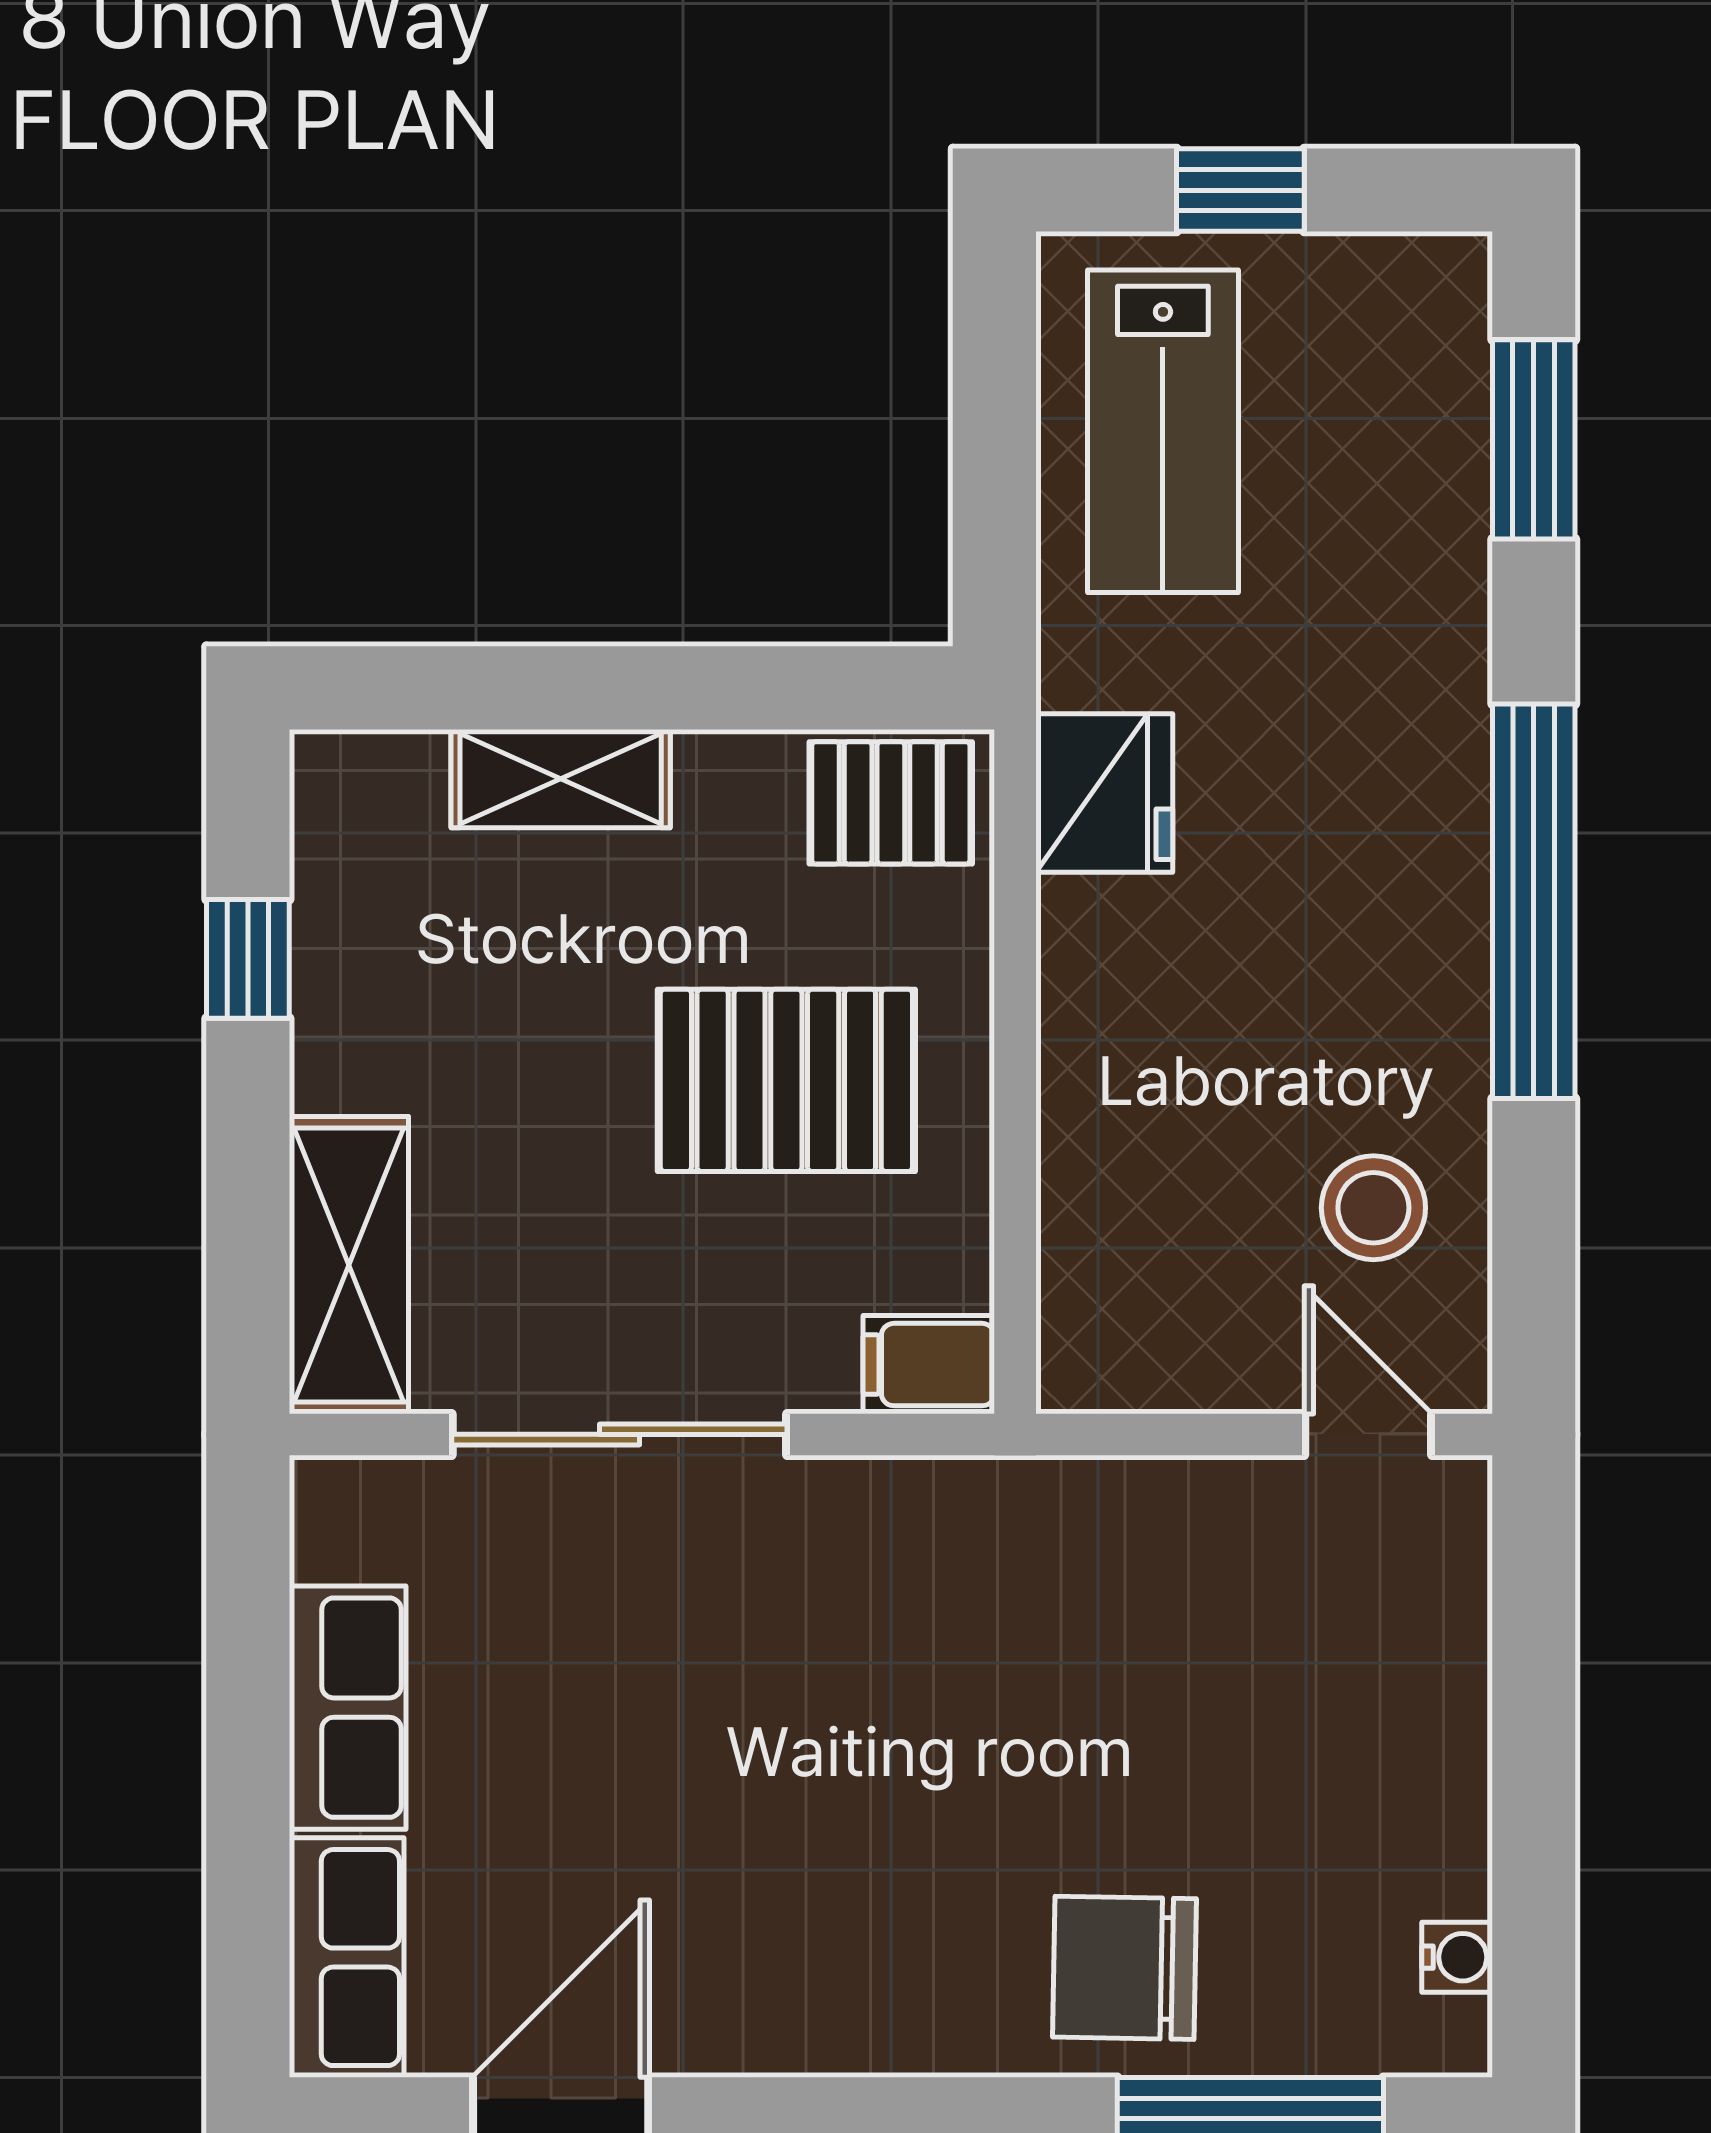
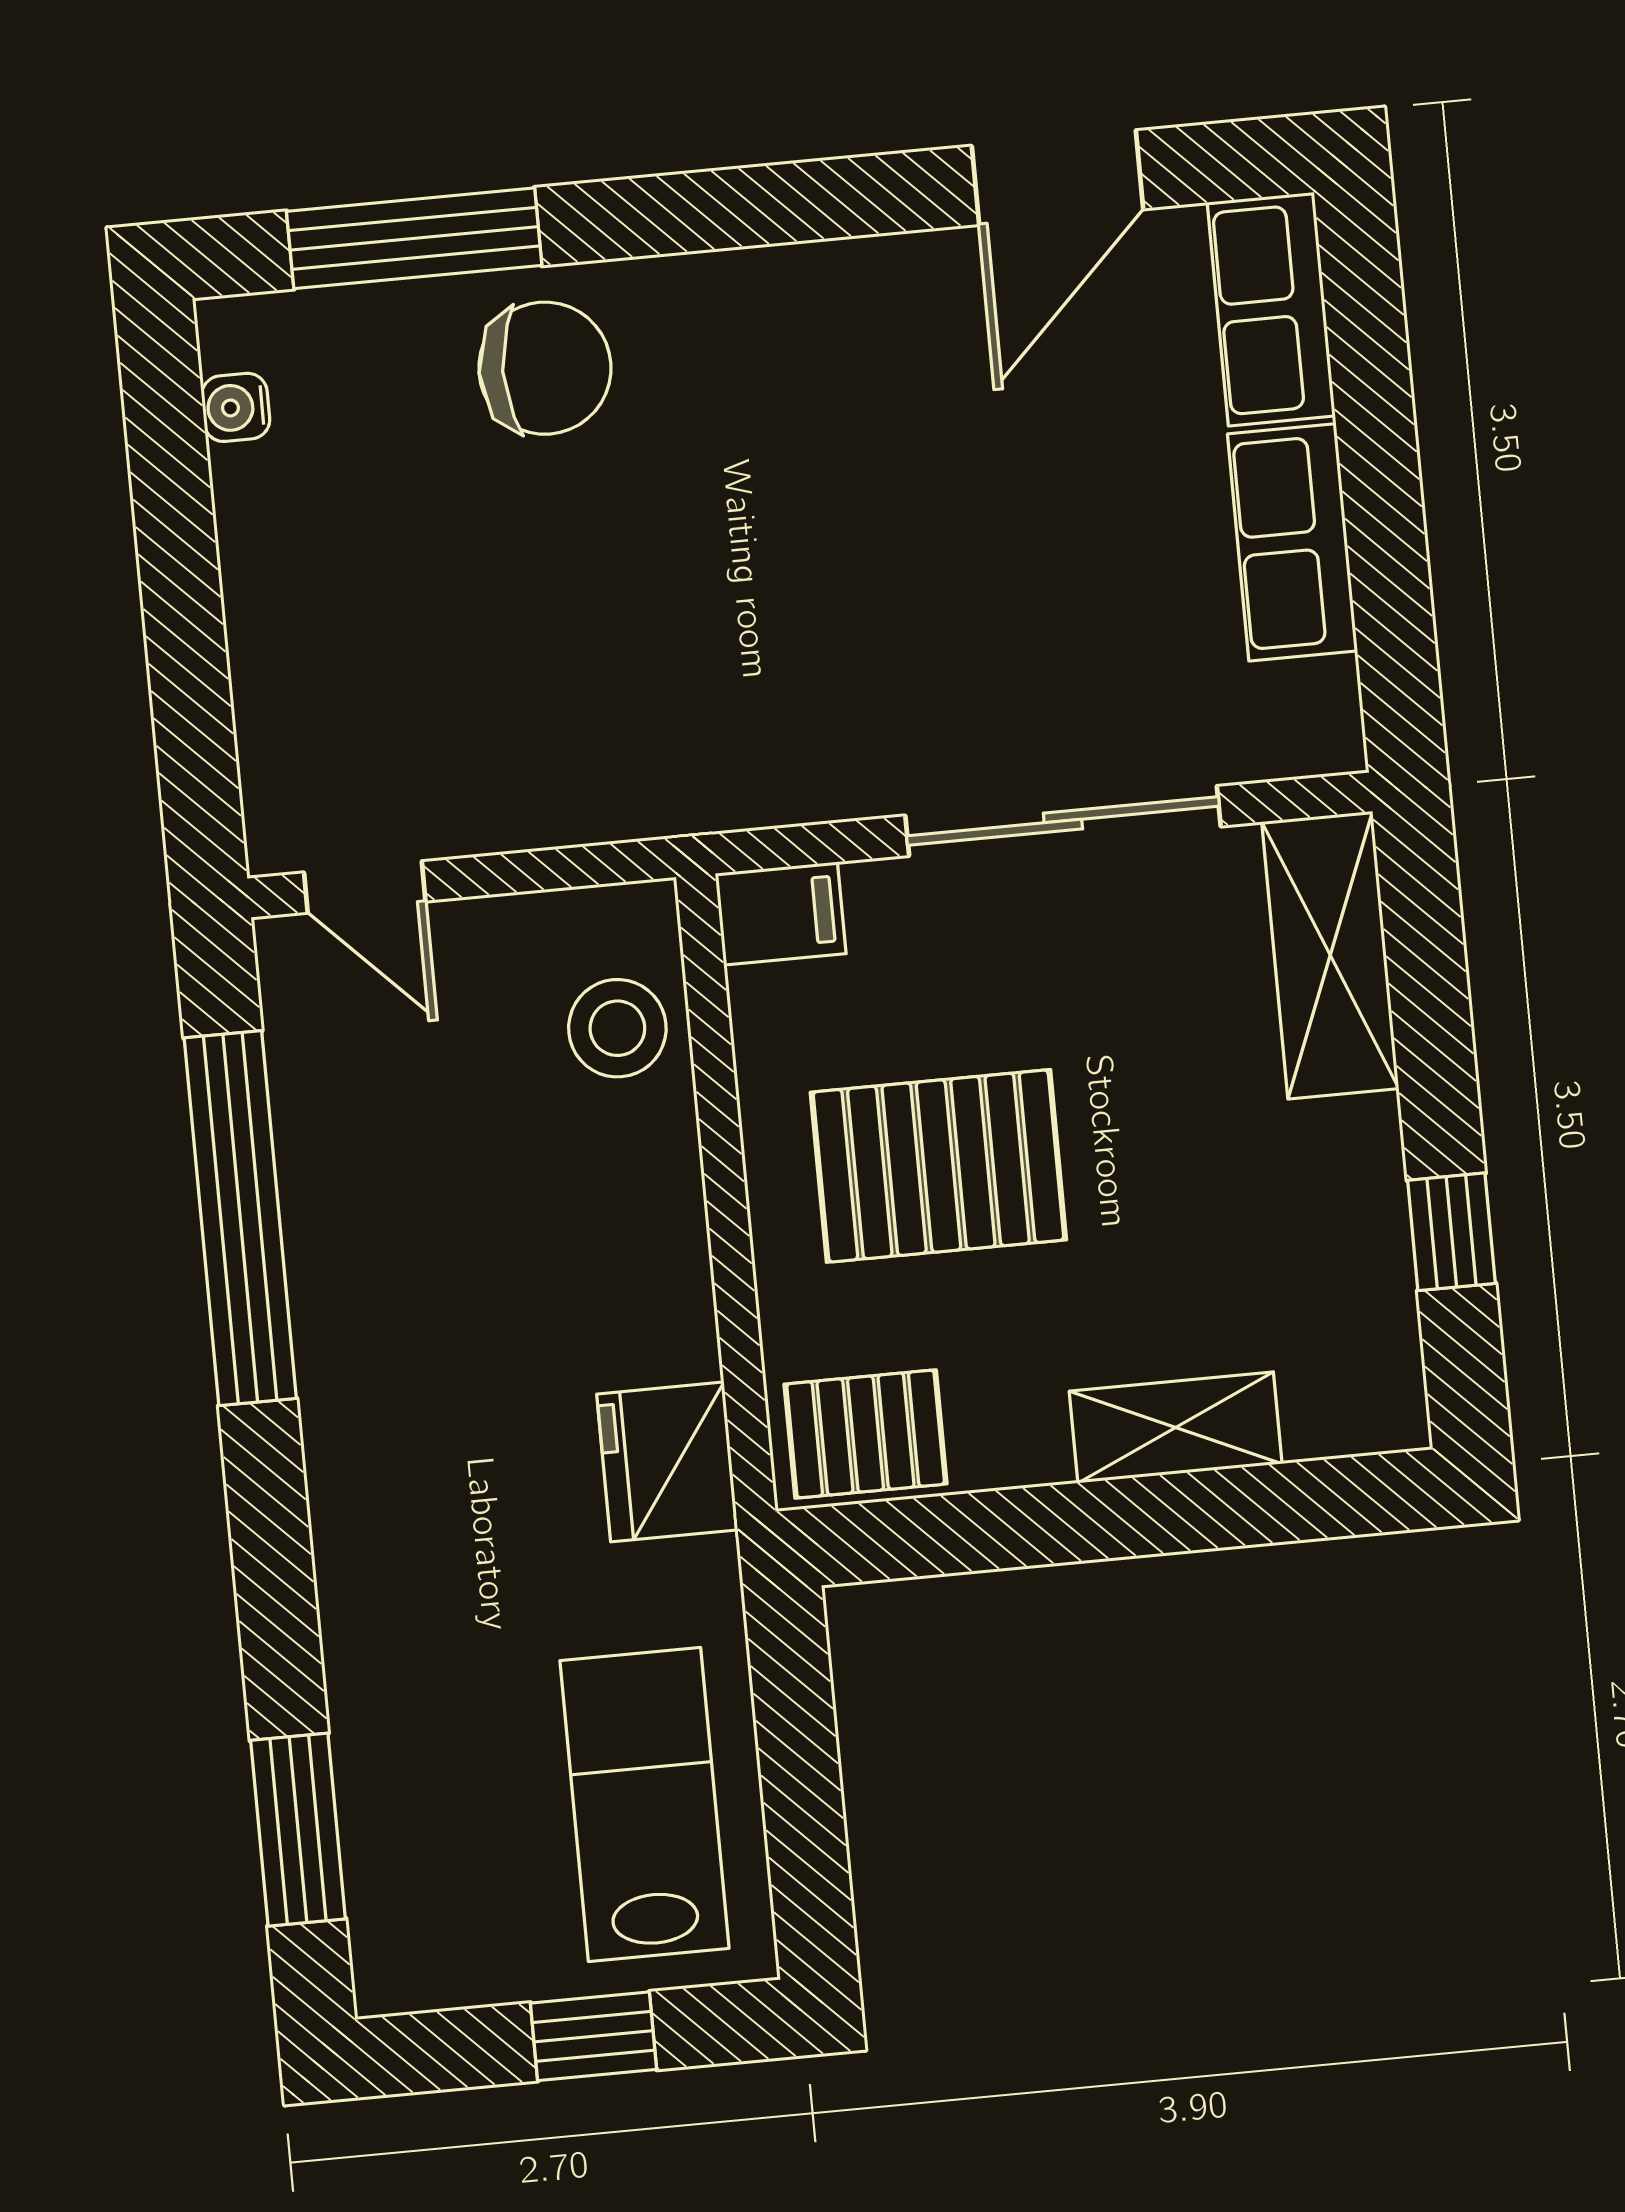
window: (1534, 901) -> (240, 1218), moved
stool: (1373, 1208) -> (617, 1028), moved

